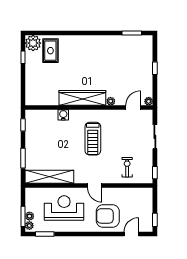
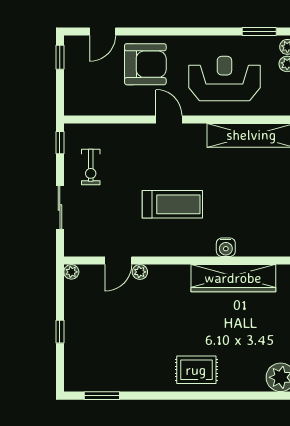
rug: (50, 51) -> (196, 370), moved, turned 90
wardrobe: (82, 98) -> (233, 278), moved
door: (133, 108) -> (118, 261), moved
treadmill: (93, 139) -> (172, 204), turned 90
exercise bike: (127, 167) -> (91, 167), moved
reception desk: (64, 208) -> (224, 79), turned 180

